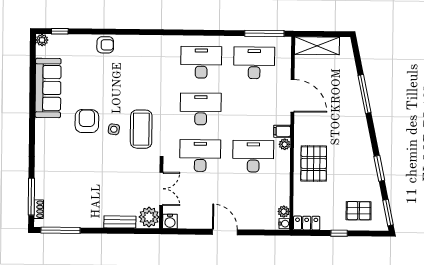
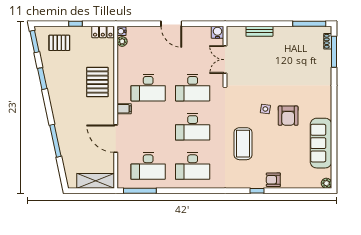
window: (60, 31) -> (257, 191), moved
coffee table: (141, 129) -> (243, 144), moved
plant: (285, 144) -> (122, 98), removed
plant: (149, 217) -> (235, 36), removed

